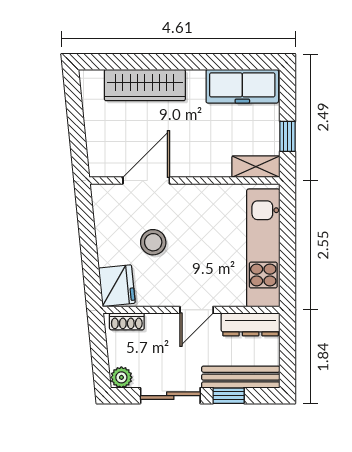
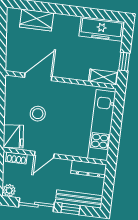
wardrobe: (145, 85) -> (37, 20), width x0.67
door: (197, 310) -> (44, 155), moved

